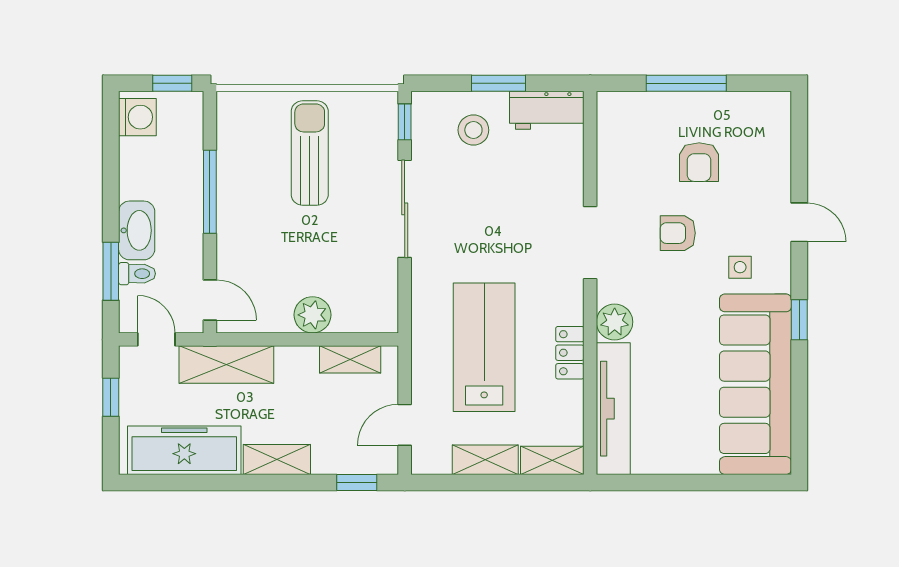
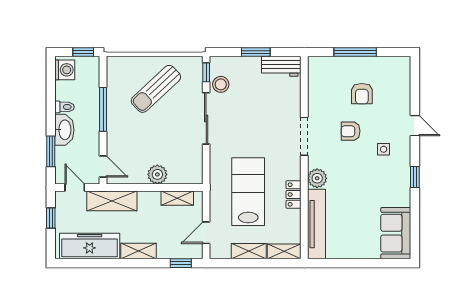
stool: (473, 130) -> (221, 84), moved
sun lounger: (310, 153) -> (156, 89), turned -133
toilet: (137, 274) -> (65, 107), moved
sofa: (755, 384) -> (396, 233), width x0.54, depth x0.79

